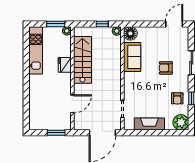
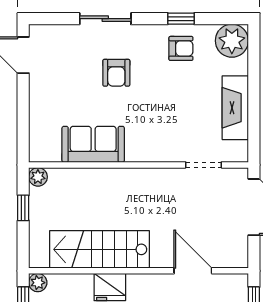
floor lamp: (130, 33) -> (43, 148), removed

